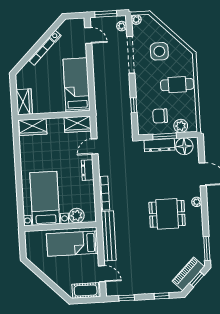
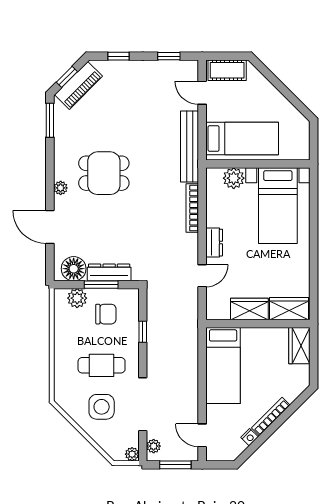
cafe table: (177, 85) -> (102, 365), moved
wardrobe: (78, 124) -> (249, 309), moved

